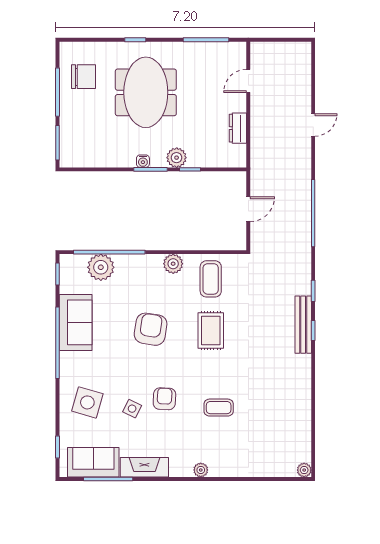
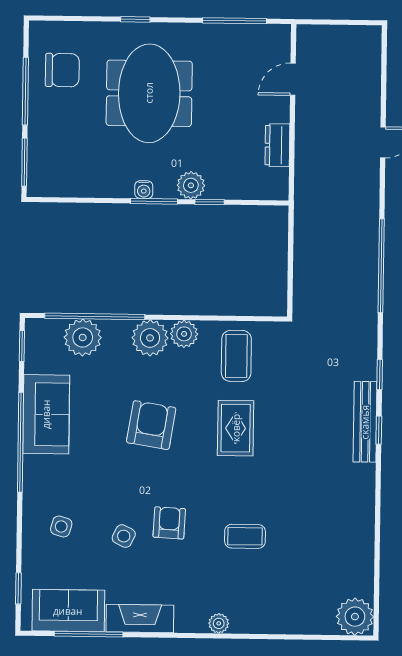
door: (248, 209) -> (290, 259), removed
plant: (149, 267) -> (150, 338), added
side table: (87, 402) -> (61, 527), width x0.54, depth x0.54
plant: (304, 470) -> (355, 617), width x1.88, depth x1.88

